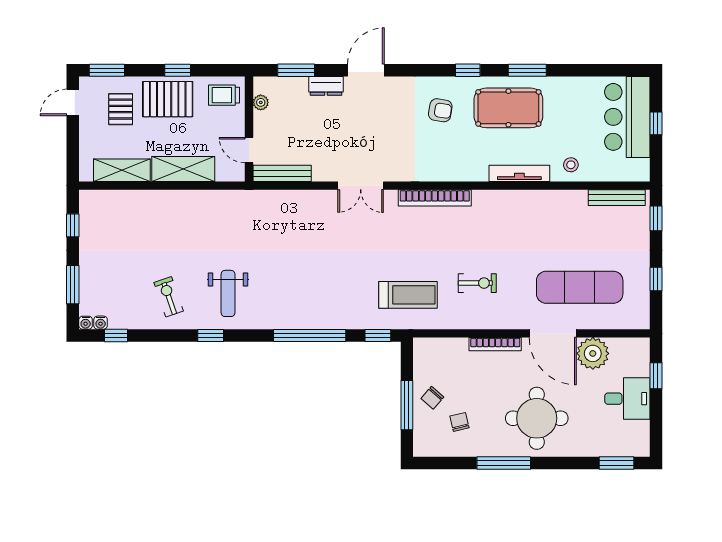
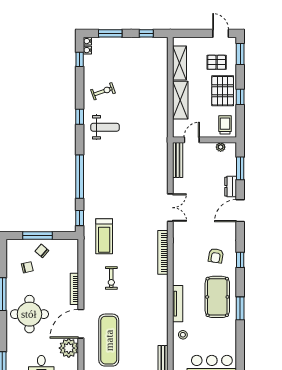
door: (366, 70) -> (240, 211), swing flipped
window: (468, 70) -> (240, 260), moved
double door: (361, 186) -> (170, 208), swing flipped
weight bench: (228, 293) -> (105, 127), turned 180

